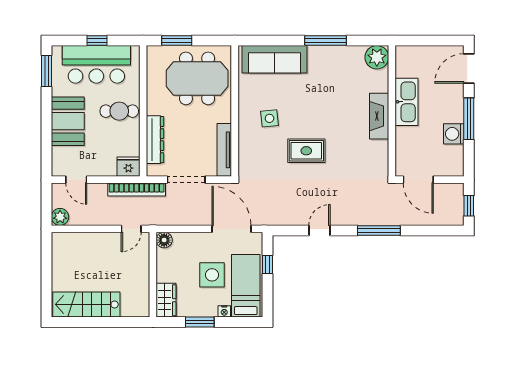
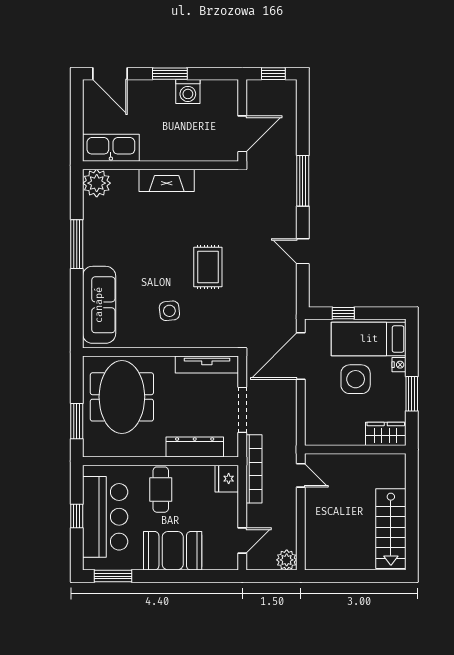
kitchen sink: (407, 102) -> (111, 148), moved
window: (469, 119) -> (170, 74), width x0.69
floor lamp: (164, 240) -> (314, 436), removed

